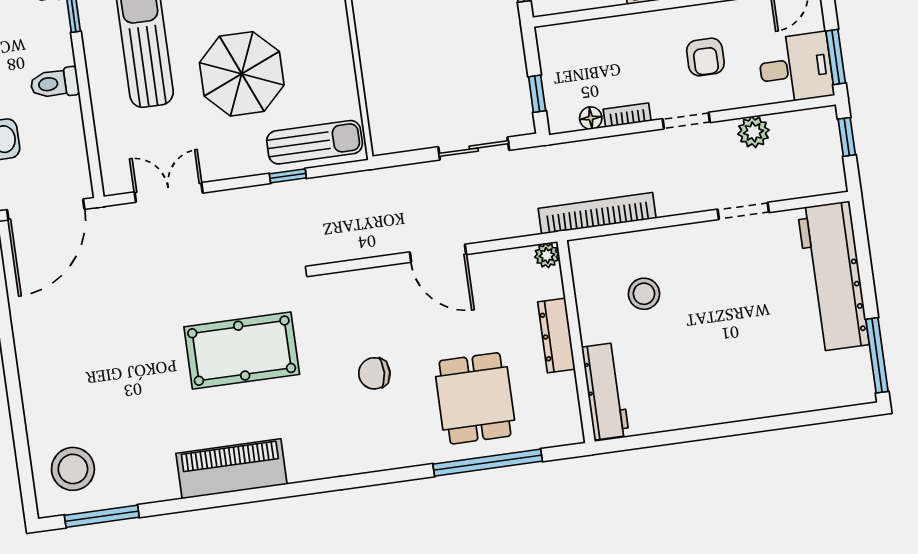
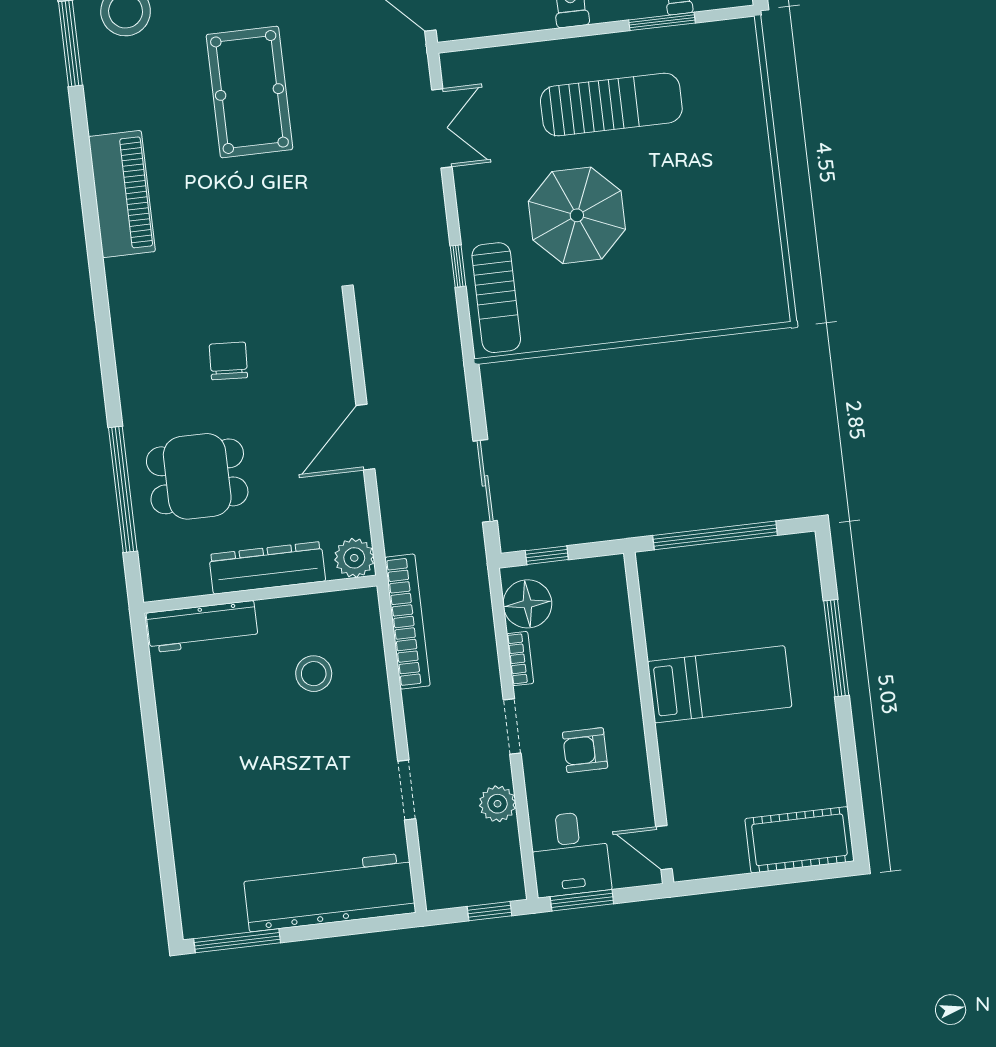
floor lamp: (591, 118) -> (527, 604), width x1.89, depth x1.89
plant: (547, 255) -> (354, 558), width x1.38, depth x1.38
dresser: (556, 335) -> (267, 568), width x1.37, depth x1.24
pool table: (242, 351) -> (249, 92), moved

